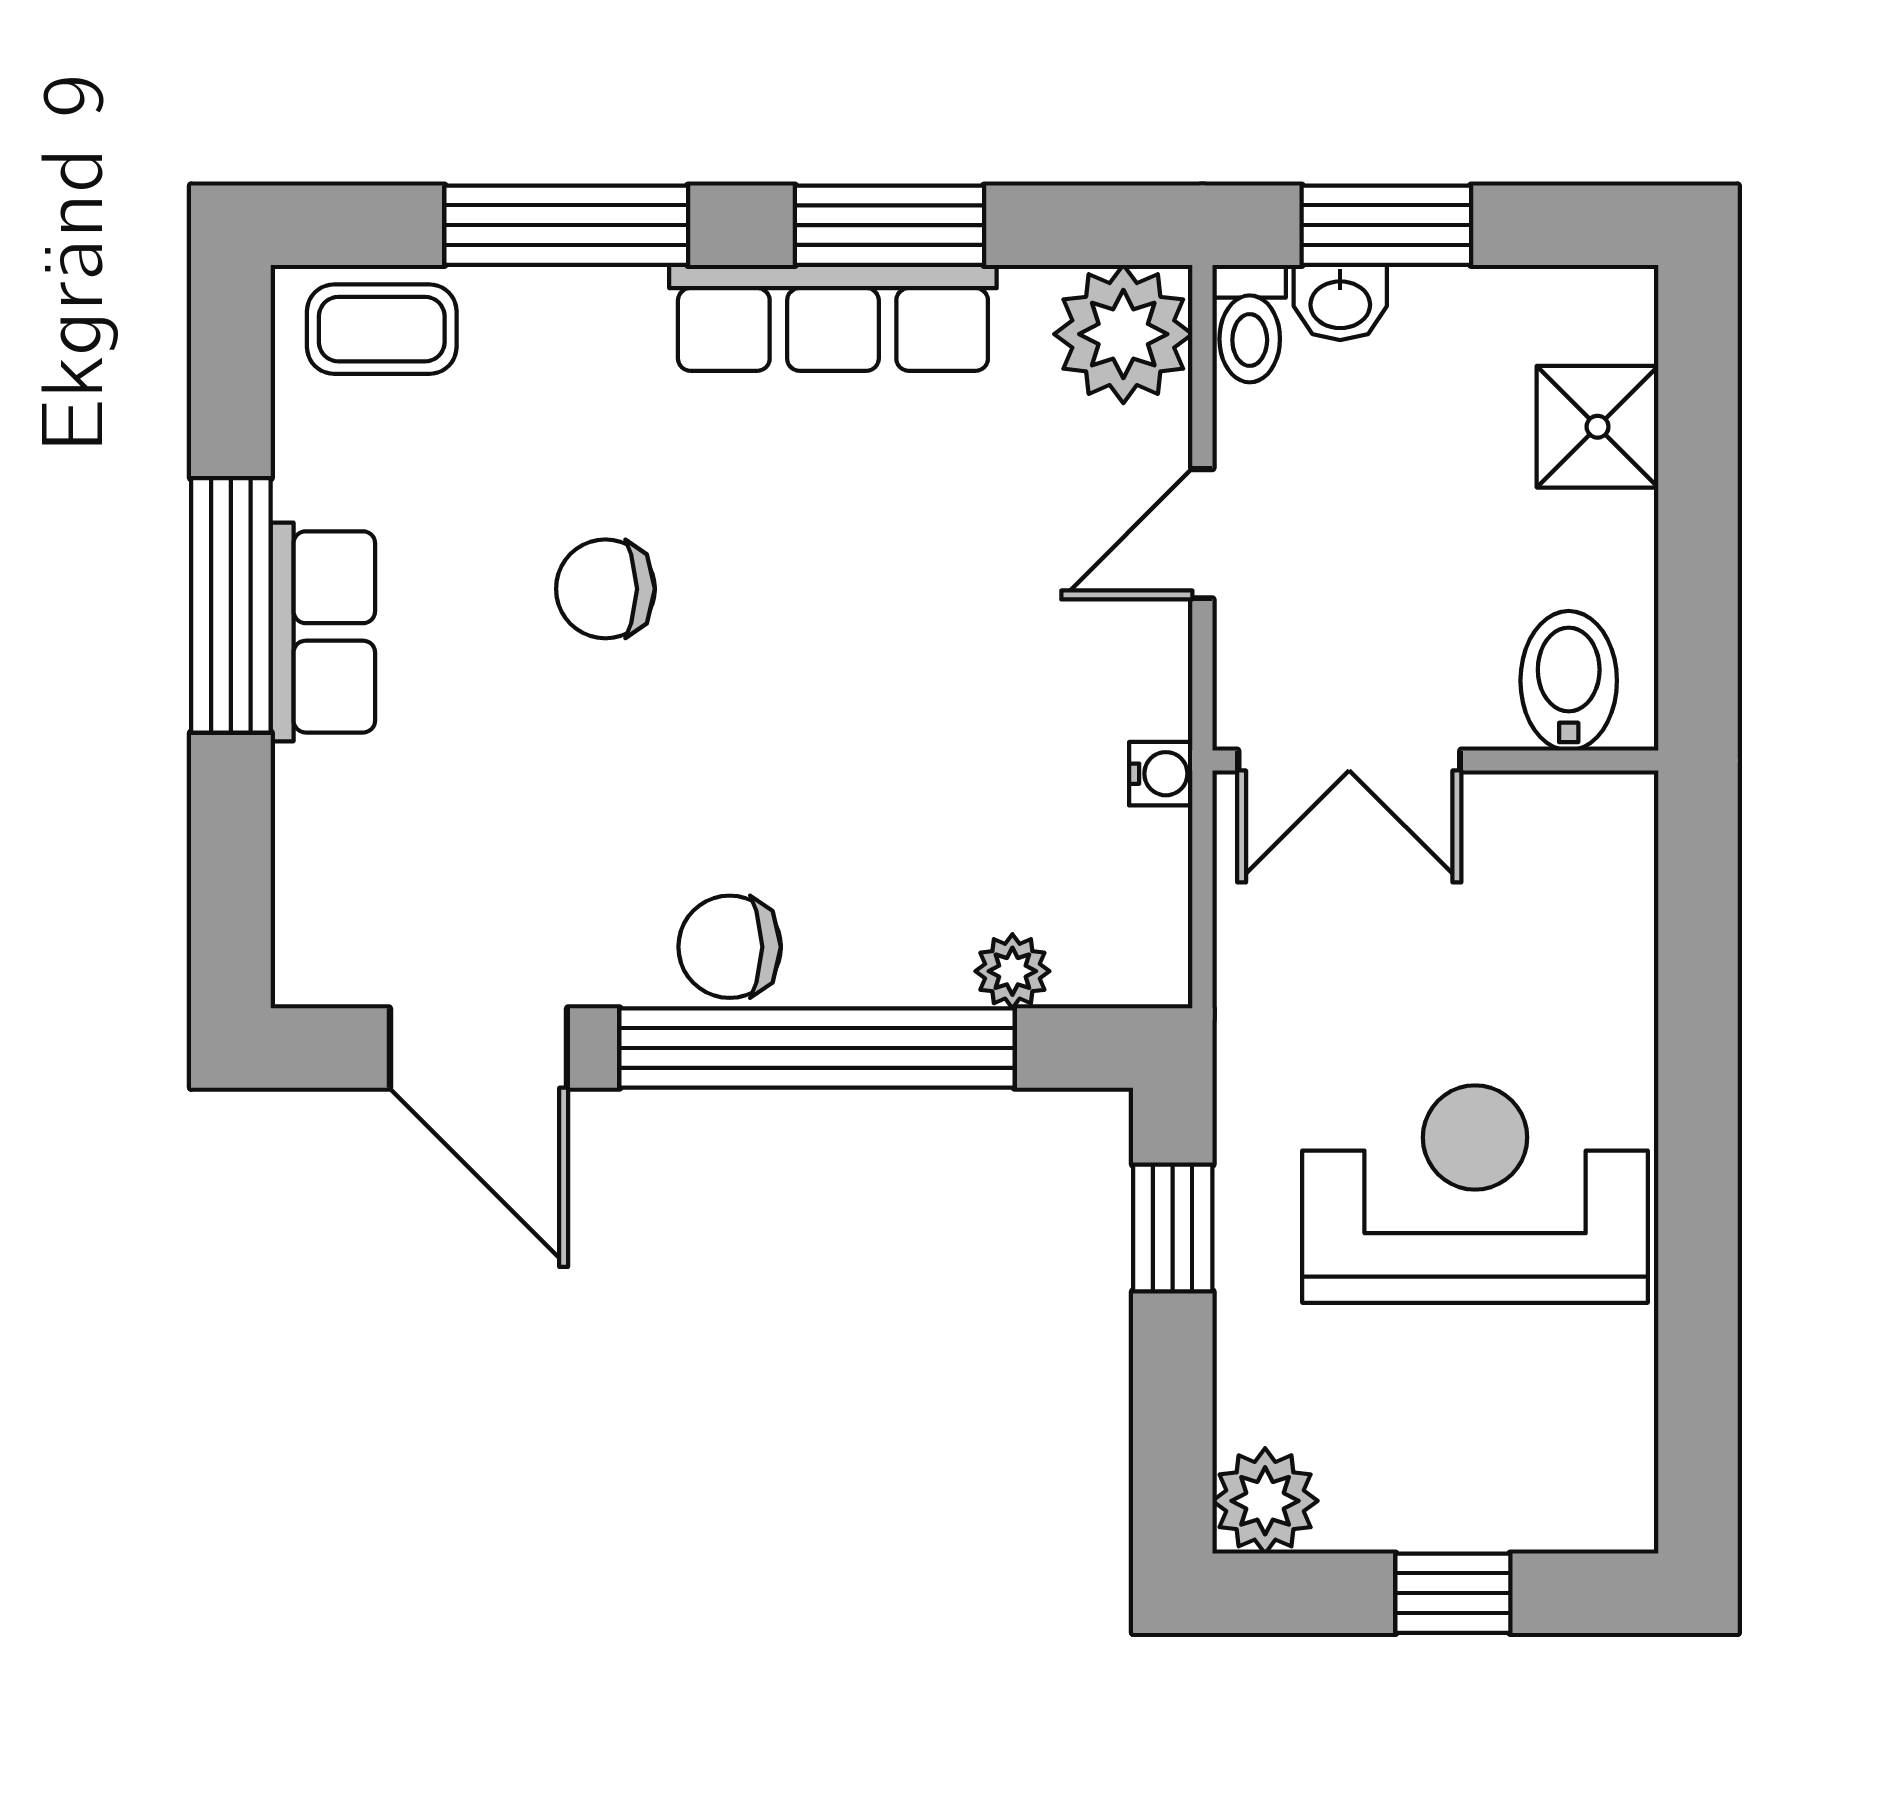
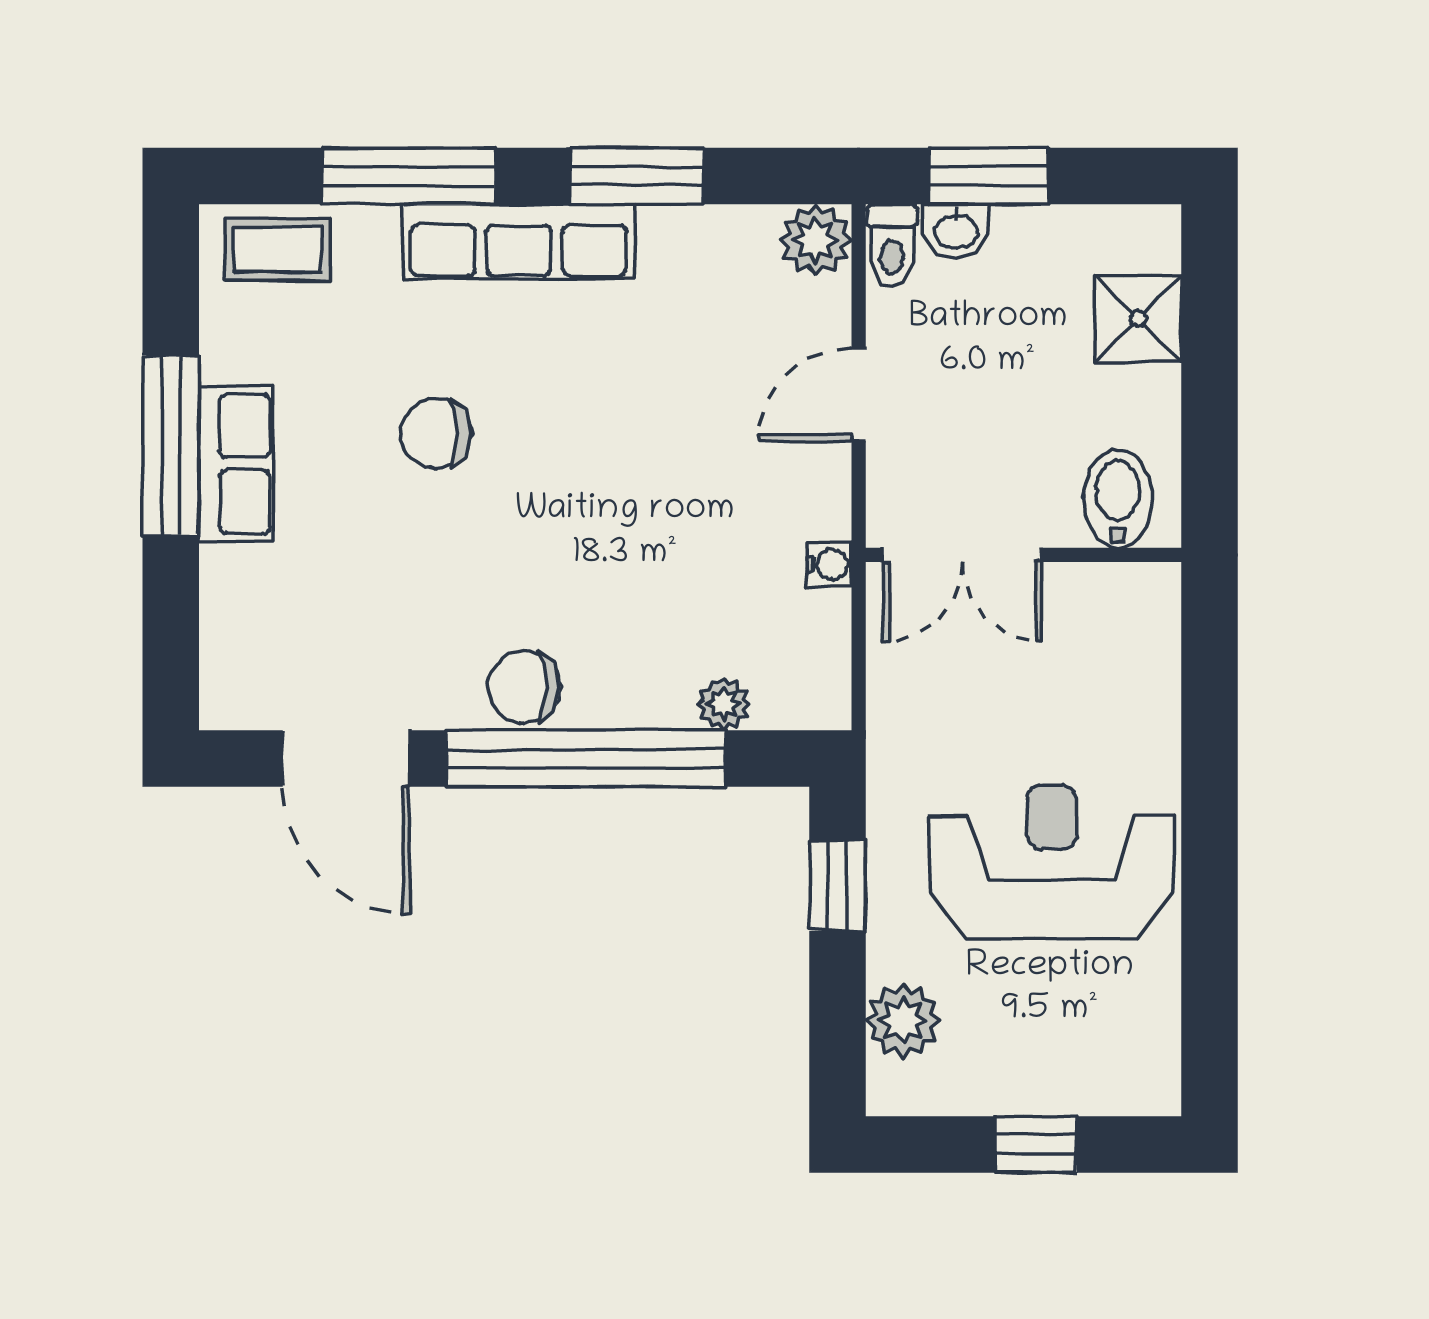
row of seats: (833, 318) -> (519, 242), moved
plant: (1123, 334) -> (816, 240), width x0.73, depth x0.73
plant: (1265, 1501) -> (903, 1021), moved

